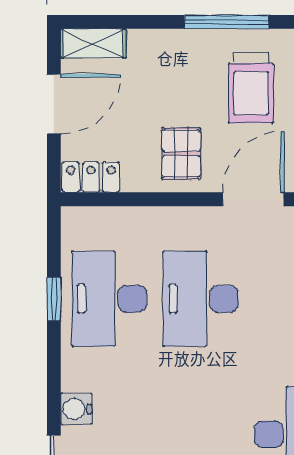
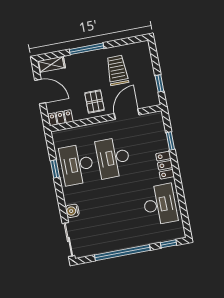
window: (227, 22) -> (87, 49), moved
trolley: (251, 88) -> (117, 70), turned 180
door: (54, 104) -> (40, 91), hinge flipped

